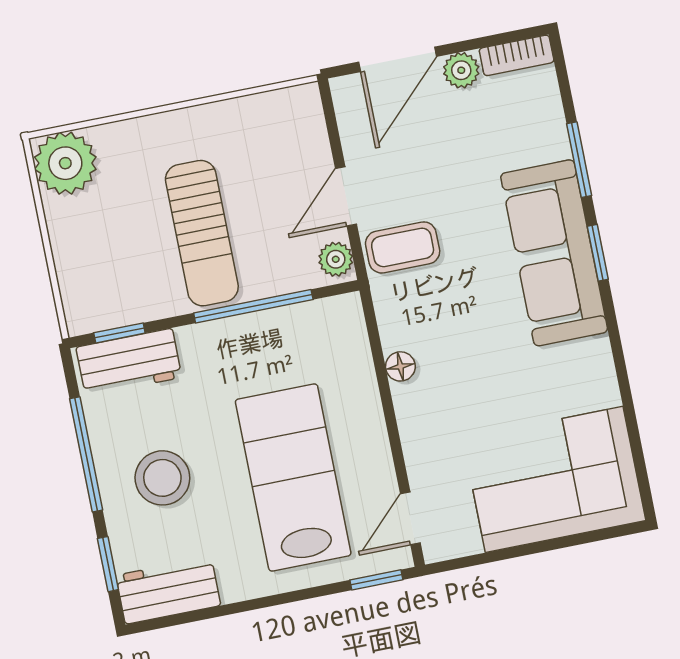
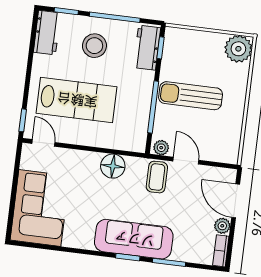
floor lamp: (400, 366) -> (113, 166), width x1.89, depth x1.89

